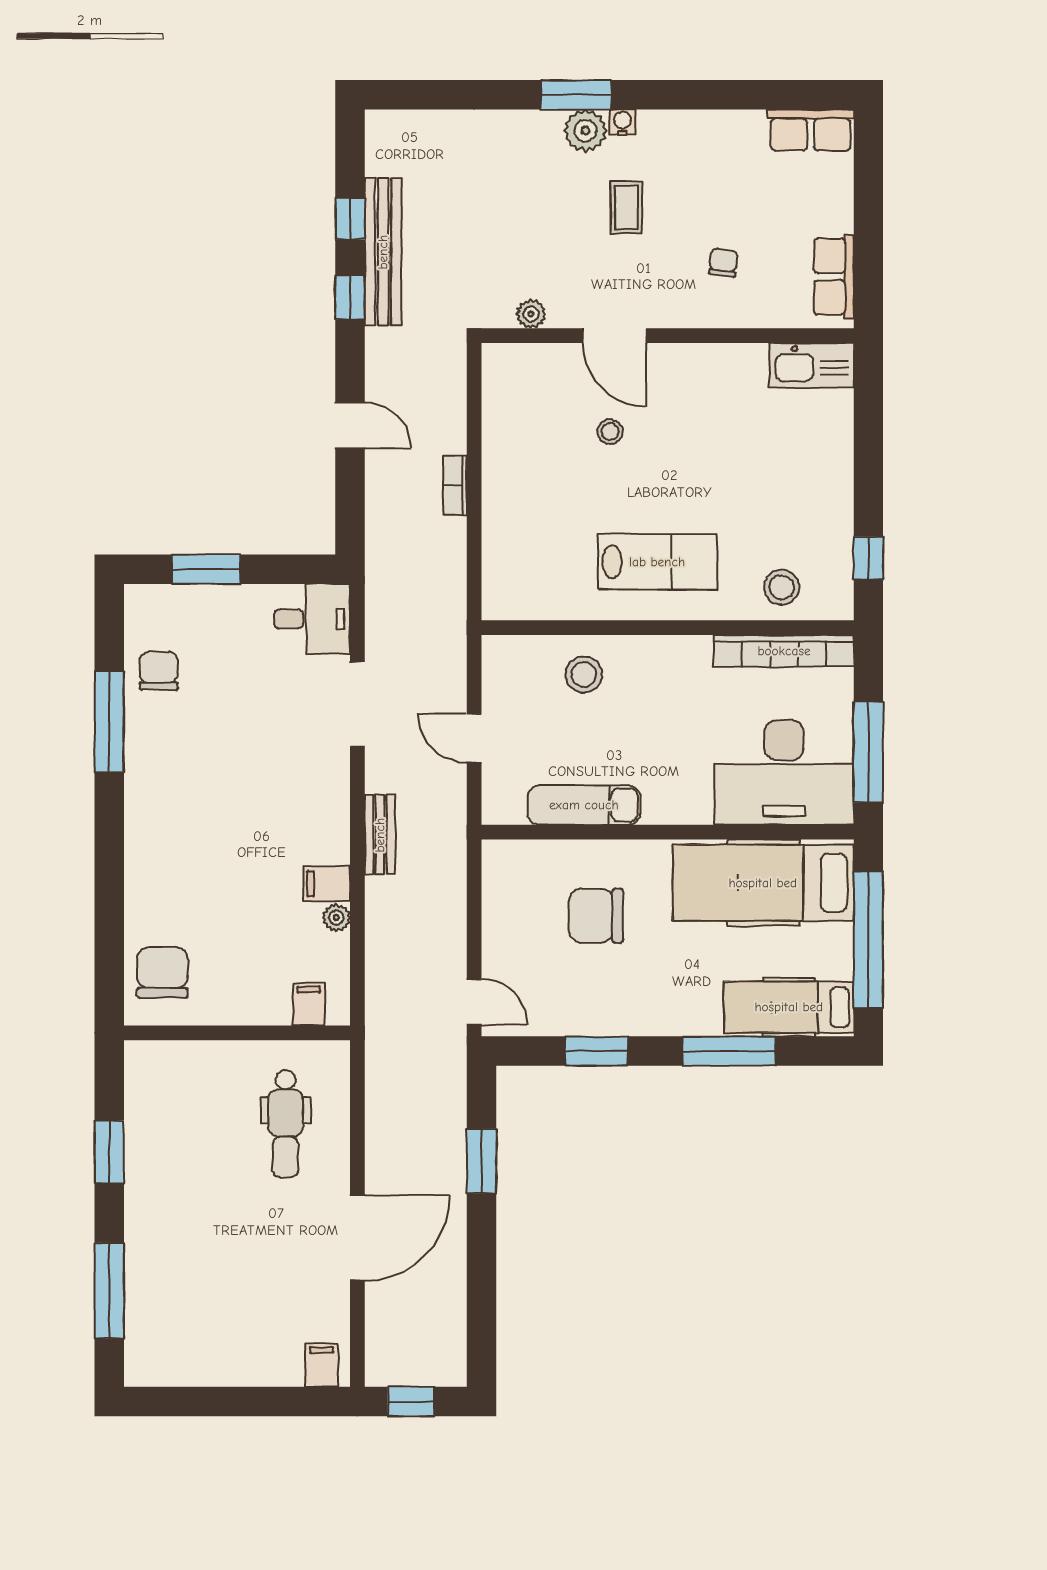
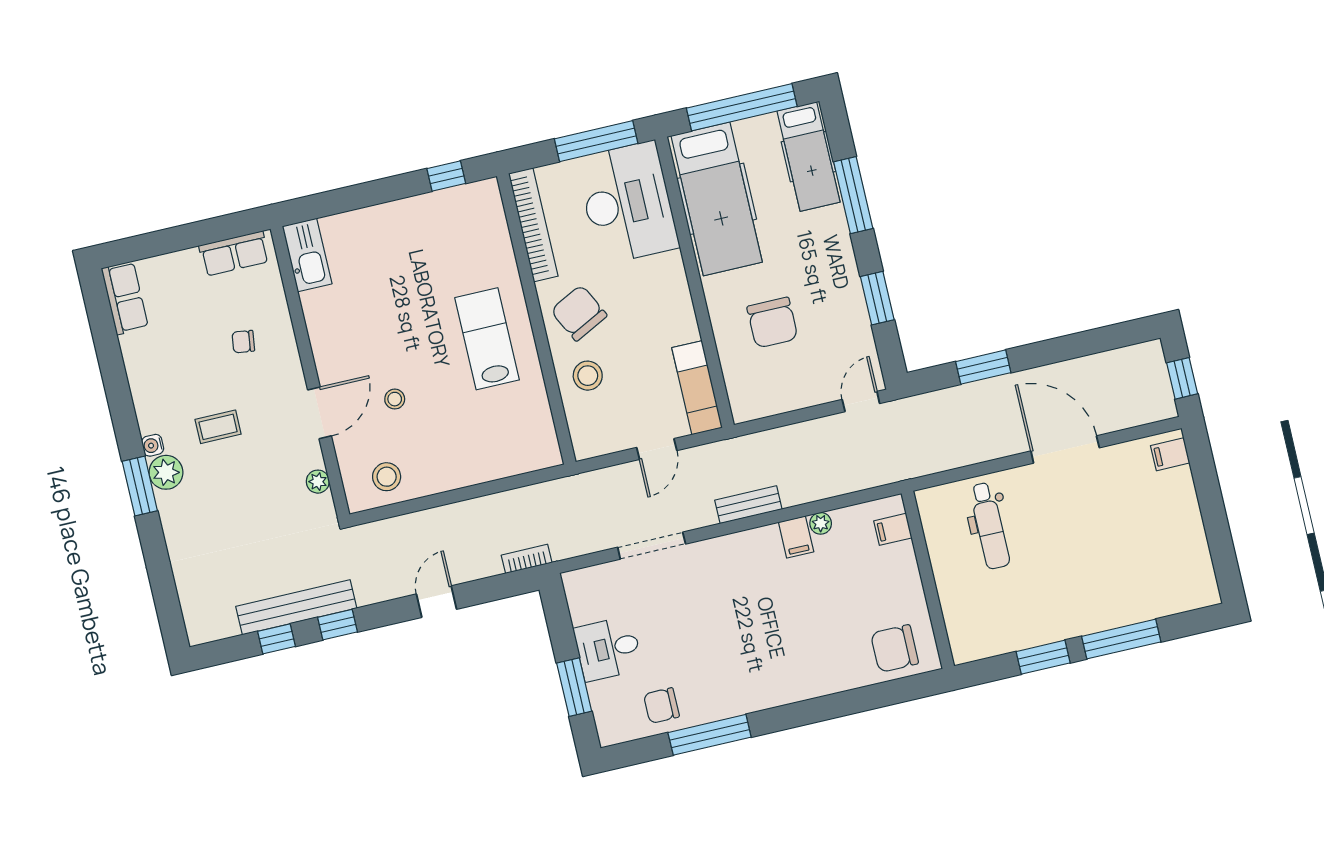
bookcase: (455, 485) -> (527, 559), moved, turned 180
stool: (782, 587) -> (387, 477), moved
desk: (312, 619) -> (608, 649), moved, turned -90
chair: (663, 682) -> (579, 313), added
exam couch: (584, 805) -> (697, 388), moved
dental chair: (286, 1124) -> (990, 526), turned 90
window: (109, 1291) -> (1121, 639), moved

